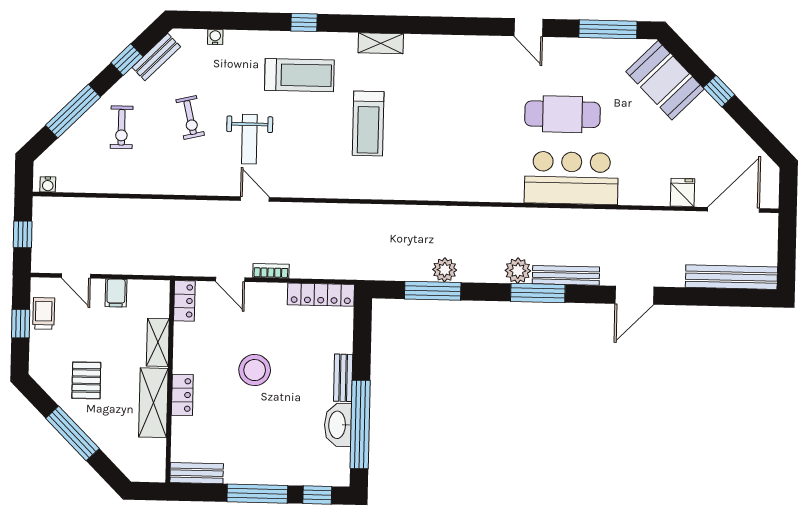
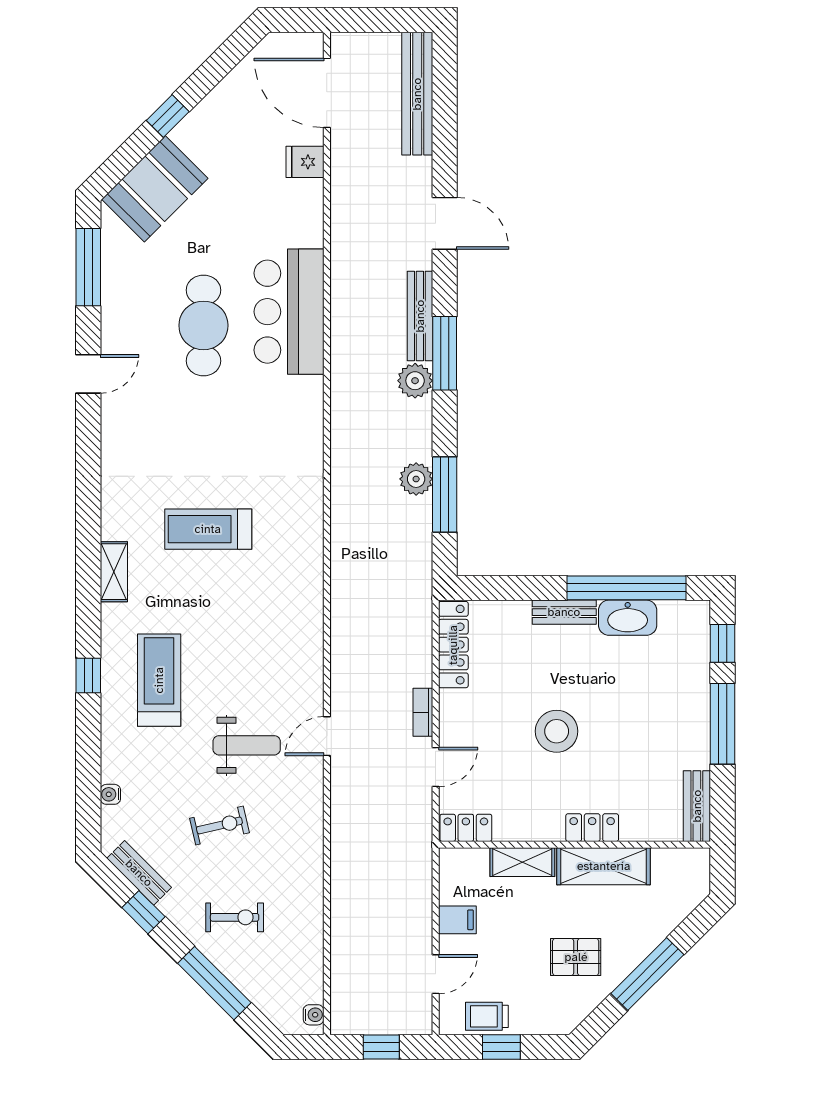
treadmill: (368, 123) -> (208, 529), moved, turned 180

